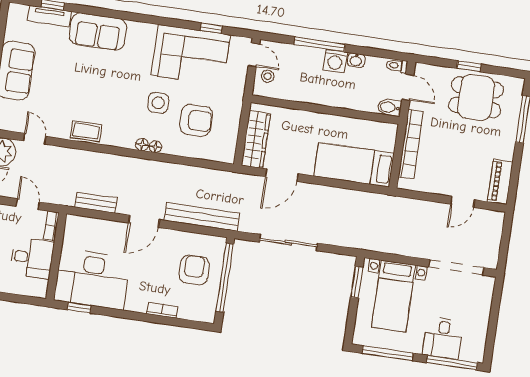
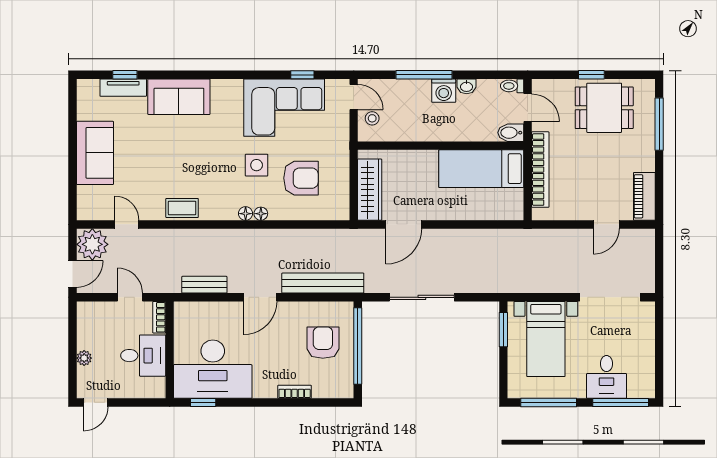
bed: (354, 165) -> (481, 169), moved

